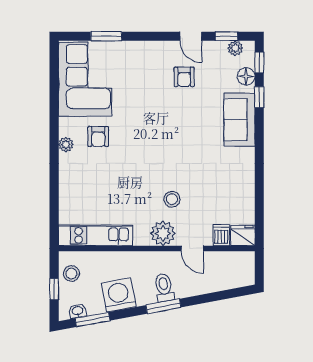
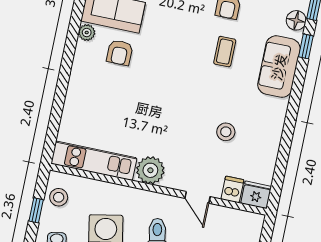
coffee table: (190, 116) -> (225, 52), added
plant: (66, 144) -> (87, 33), moved
stool: (172, 199) -> (226, 132), moved
plant: (163, 233) -> (150, 170), moved

